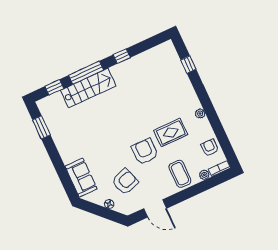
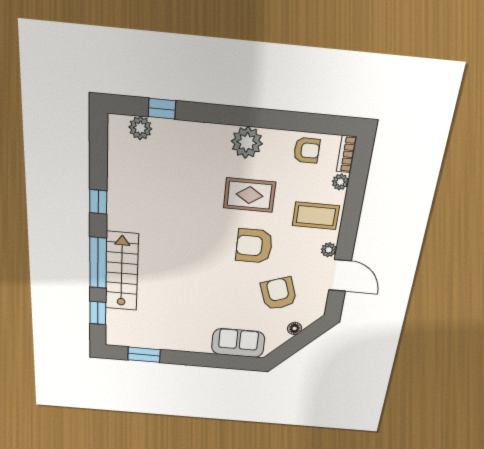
plant: (173, 59) -> (140, 128), added
plant: (200, 114) -> (247, 142), width x1.88, depth x1.88
rug: (171, 133) -> (250, 195), turned 90
armchair: (210, 148) -> (307, 150), turned 180
plant: (166, 193) -> (329, 250), added
door: (155, 208) -> (340, 275), hinge flipped

